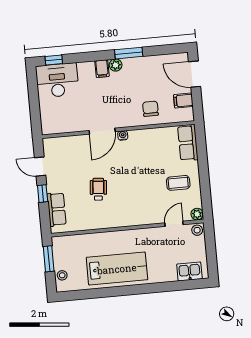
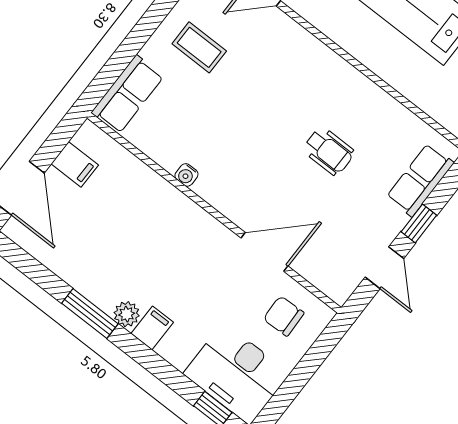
chair: (150, 109) -> (284, 316), moved, turned 88
door: (102, 131) -> (264, 252), moved
water cooler: (123, 135) -> (186, 175), moved
wheelchair: (98, 189) -> (329, 151), turned -95

